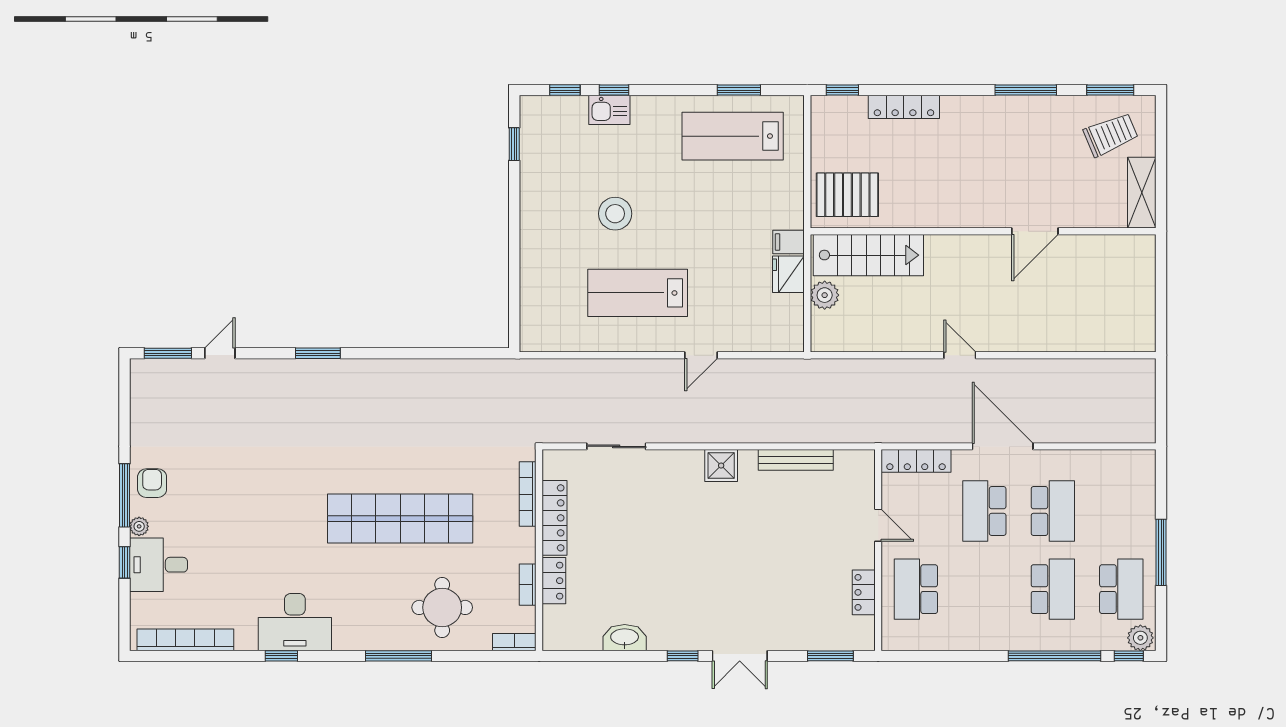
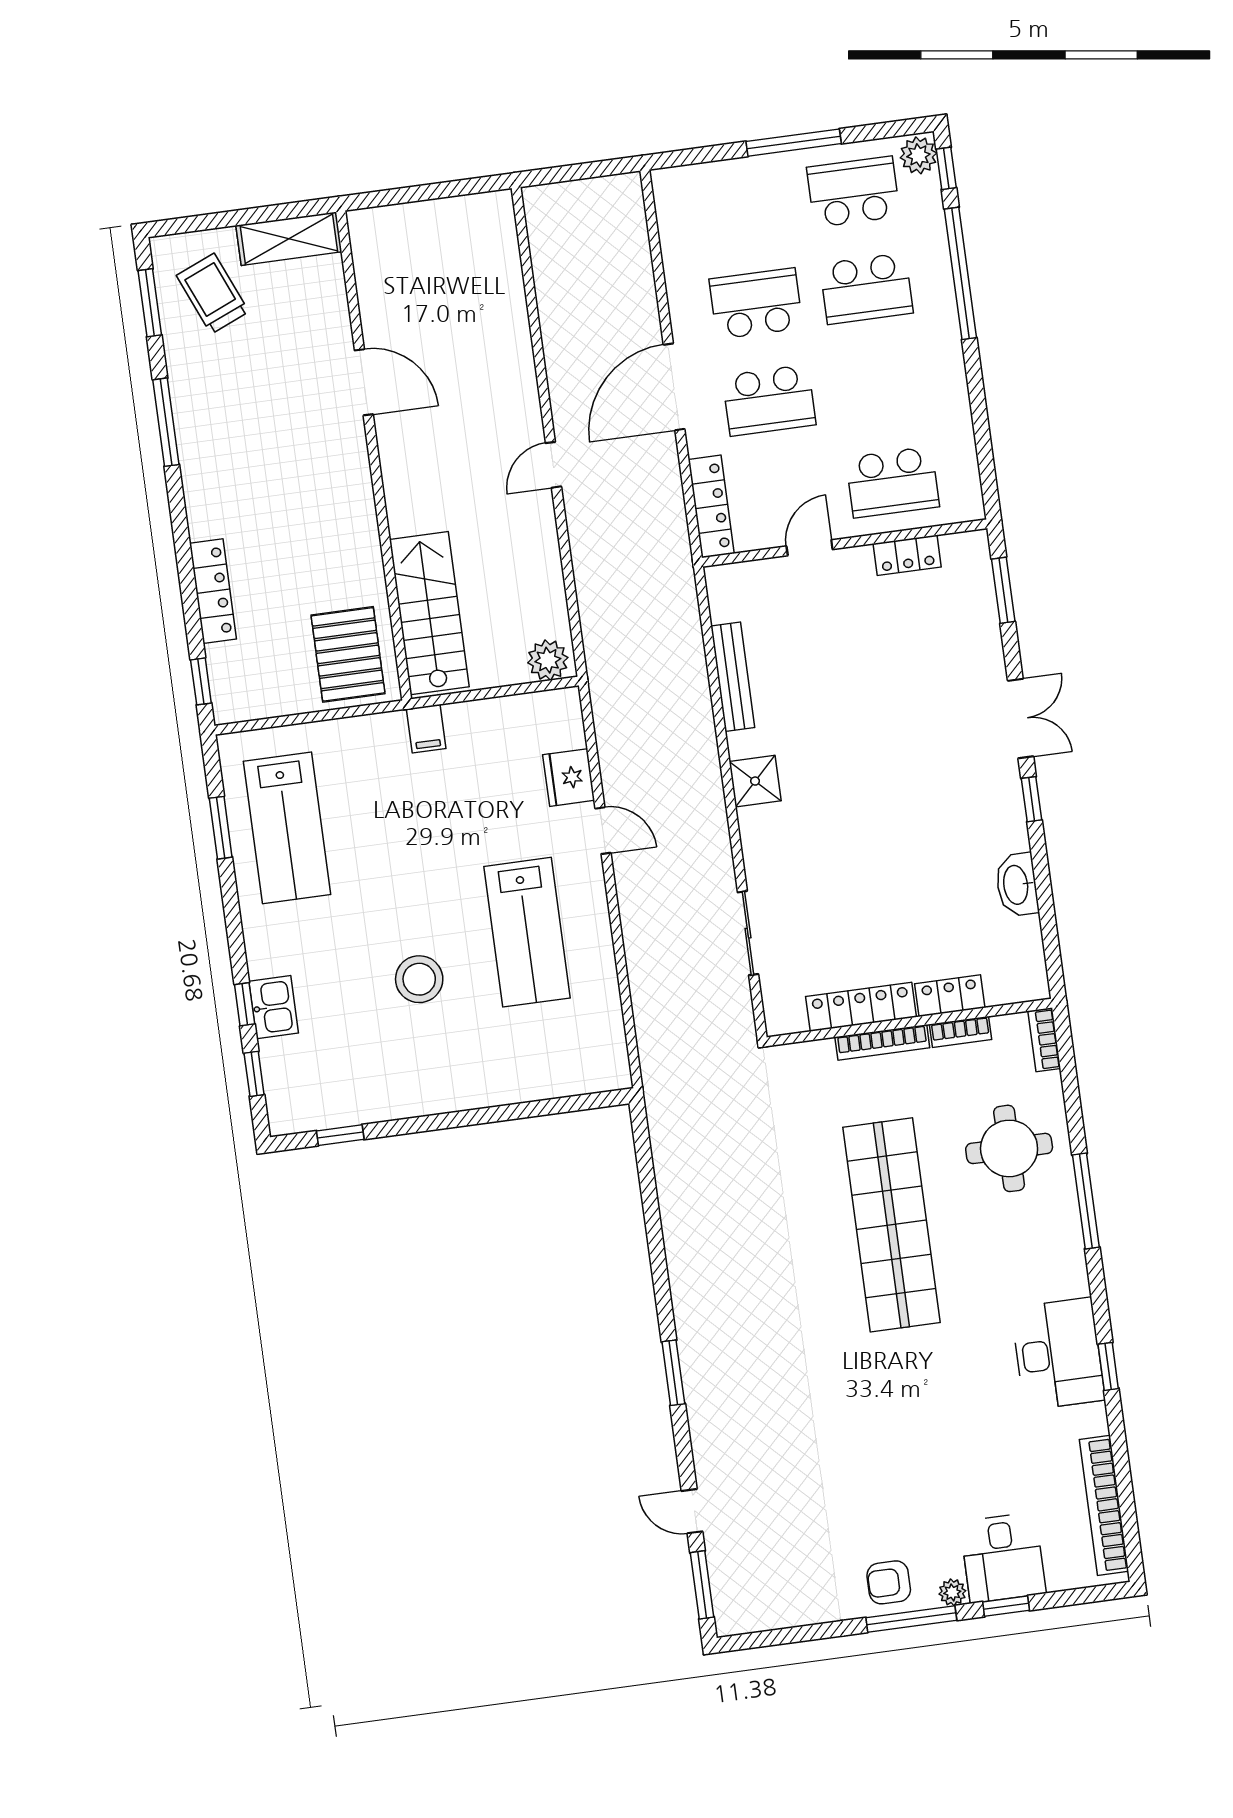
fridge: (788, 274) -> (569, 778), moved, turned 90
plant: (825, 295) -> (548, 660), moved
bookcase: (528, 494) -> (882, 1042), moved
school desk: (1053, 589) -> (866, 289), turned 180

